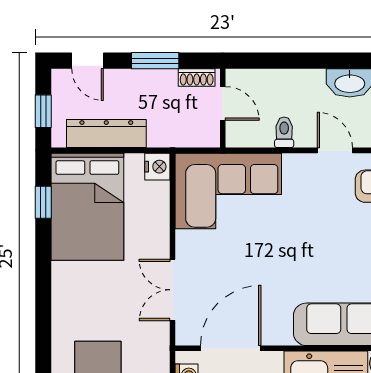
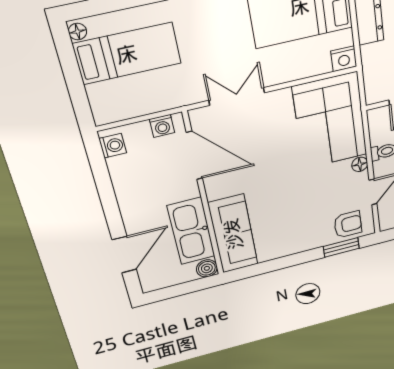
floor lamp: (293, 163) -> (360, 164), added

